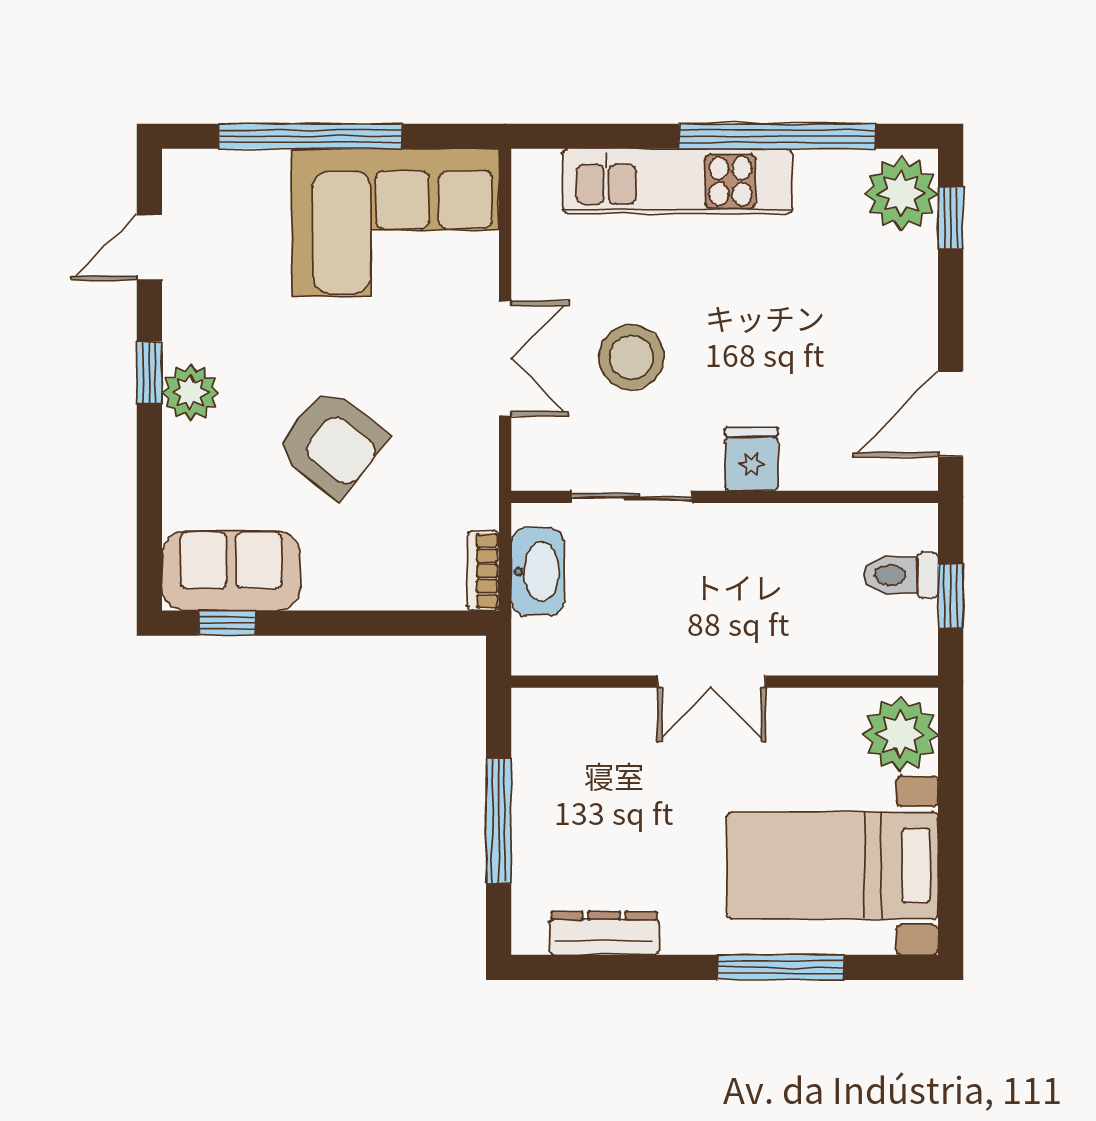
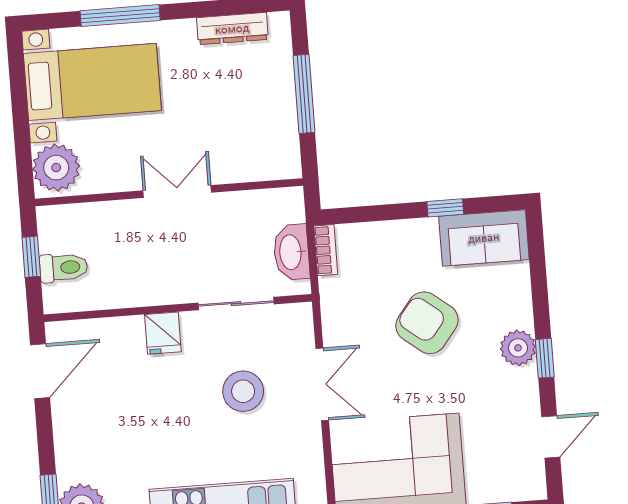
double door: (505, 358) -> (322, 384), swing flipped
window: (227, 623) -> (445, 208), moved

